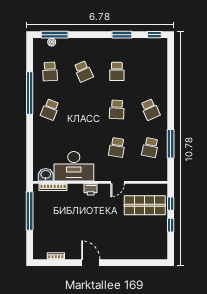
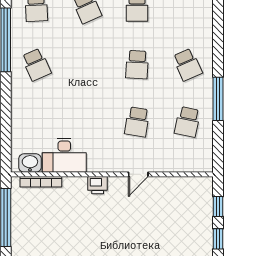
school desk: (50, 109) -> (36, 65), turned -45
window: (171, 144) -> (218, 99), moved
desk: (74, 166) -> (64, 155), width x0.73, depth x0.77
shop shelf: (145, 205) -> (179, 209), removed

